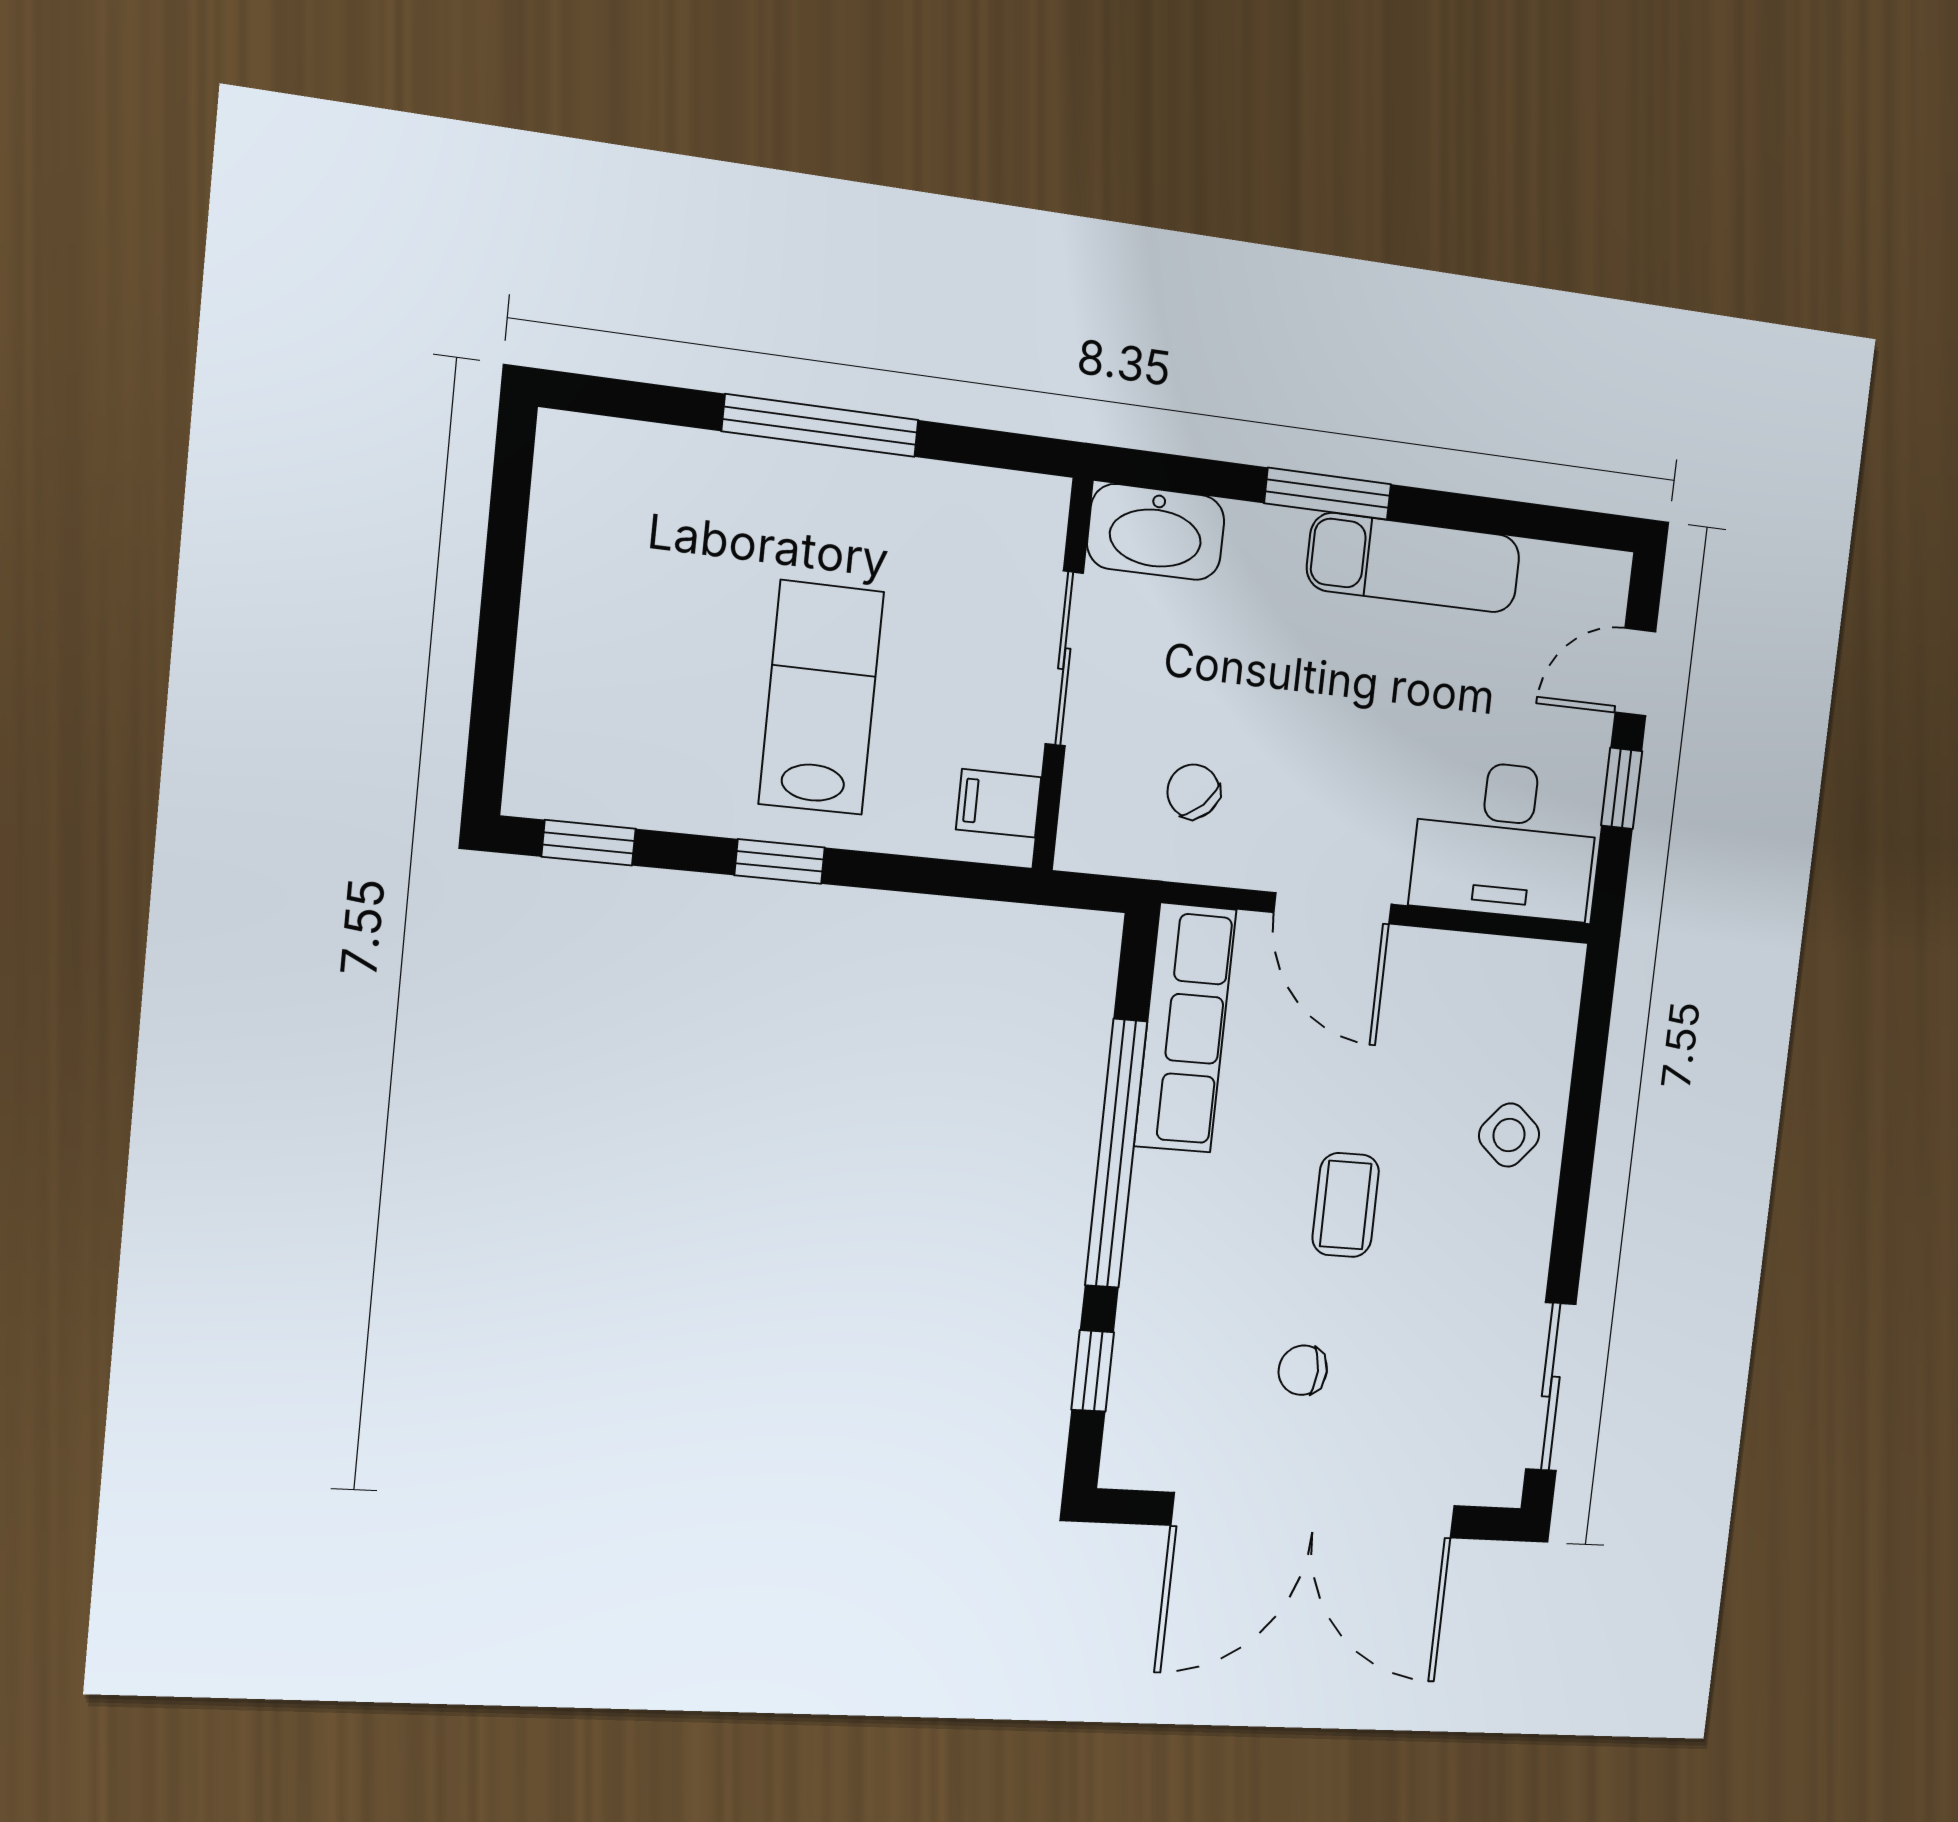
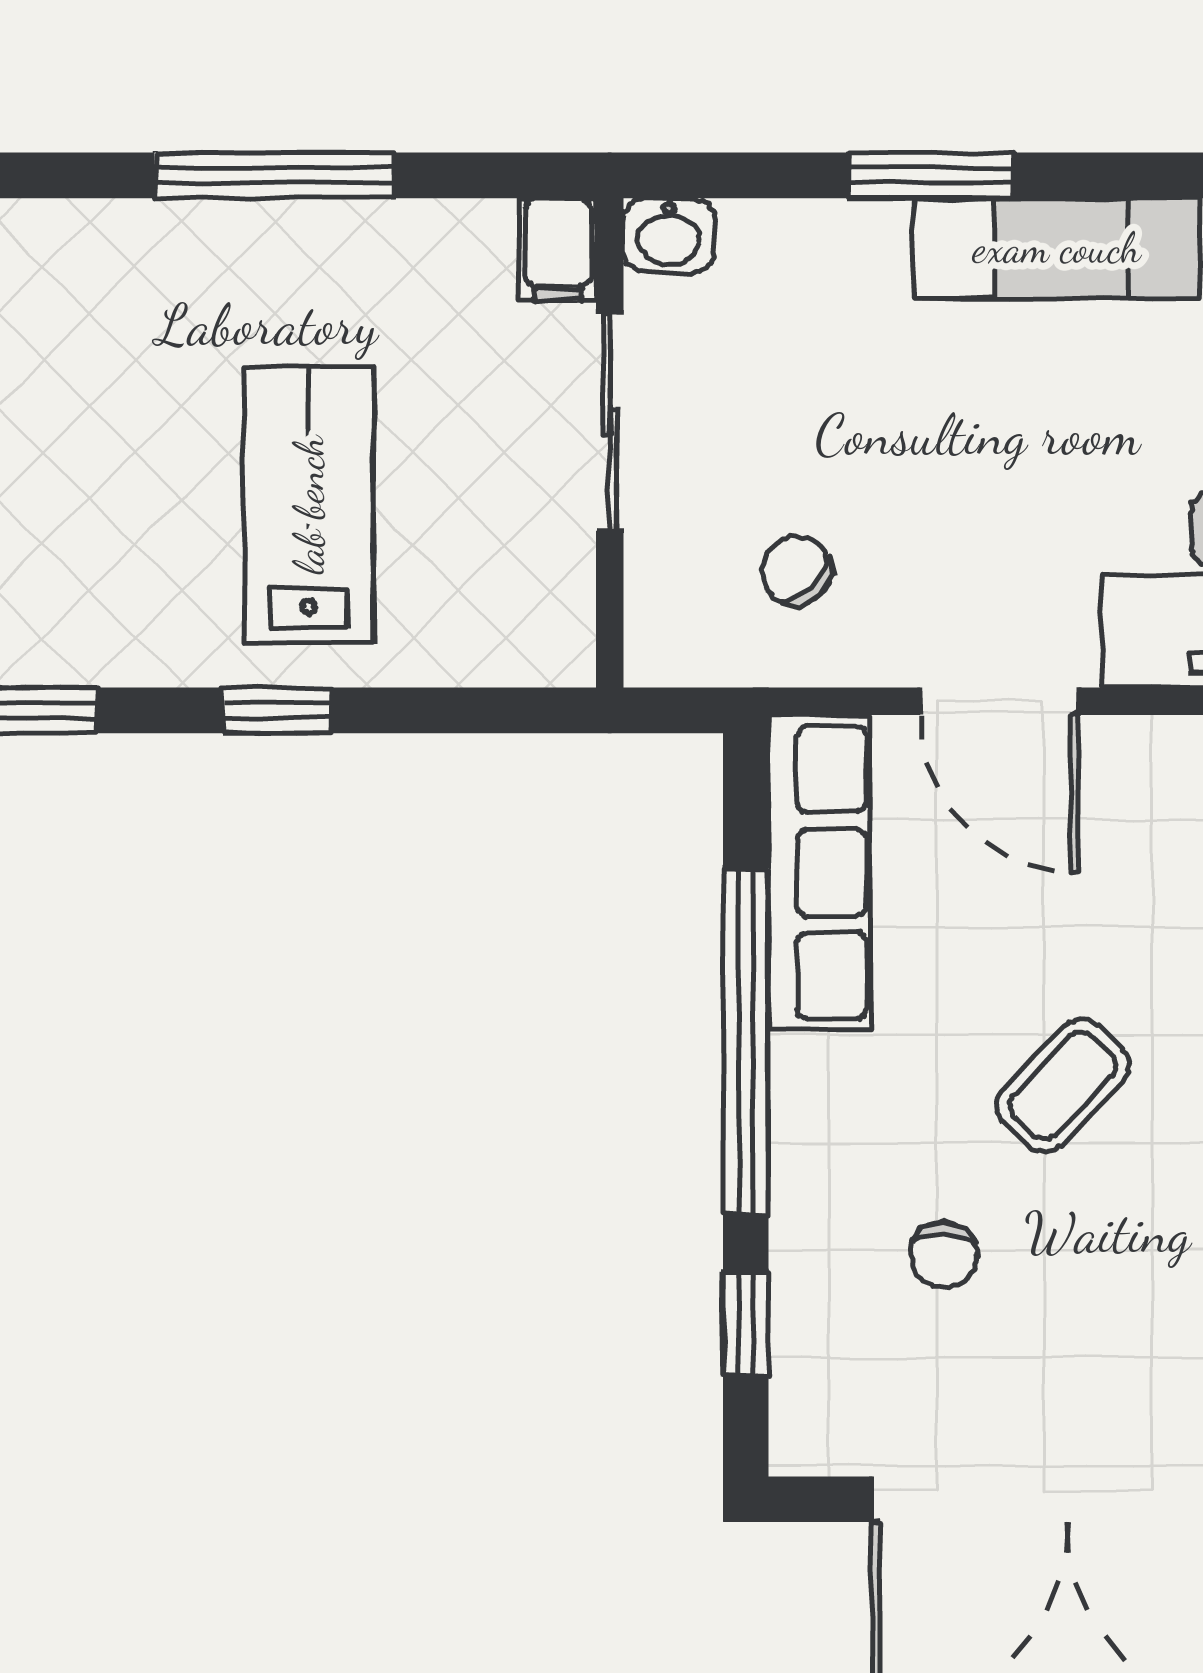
washbasin: (1156, 532) -> (669, 235), width x0.52, depth x0.69
filing cabinet: (999, 803) -> (558, 249), moved, turned -90
coffee table: (1346, 1205) -> (1063, 1085), turned 44
chair: (1303, 1370) -> (944, 1255), moved, turned -90

